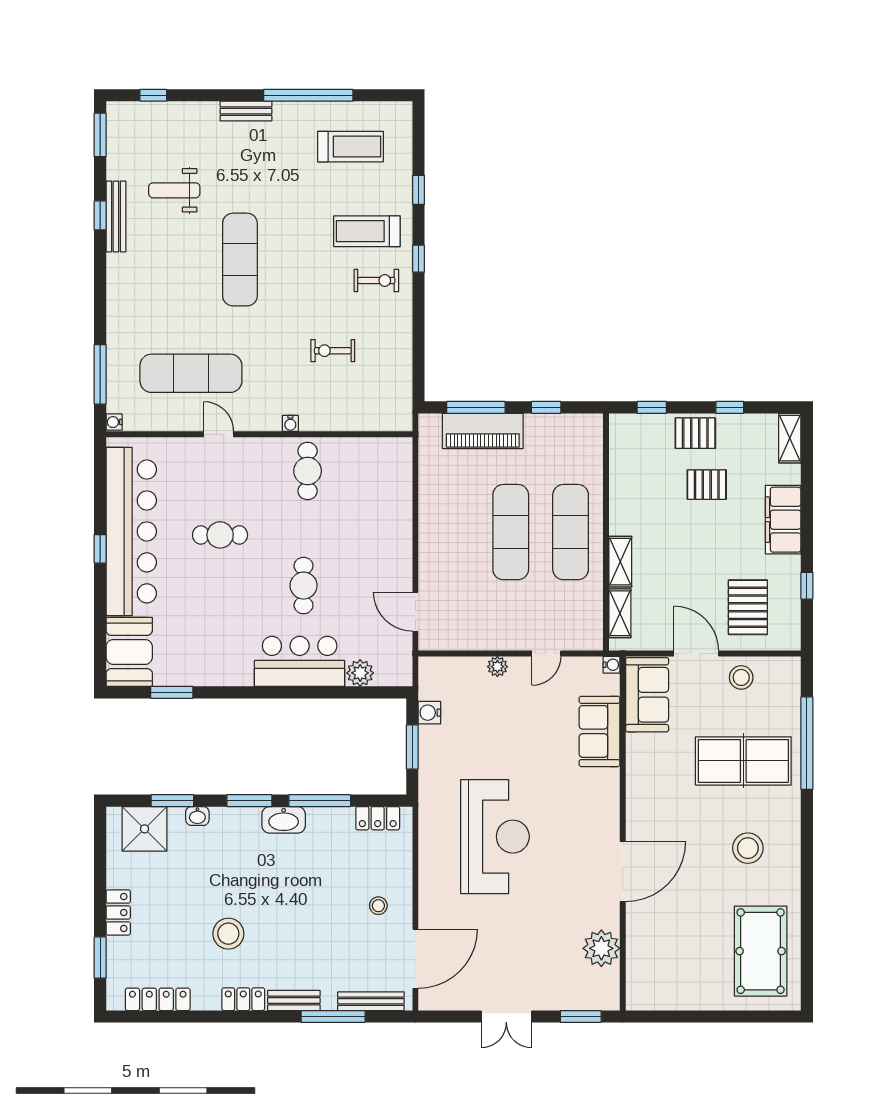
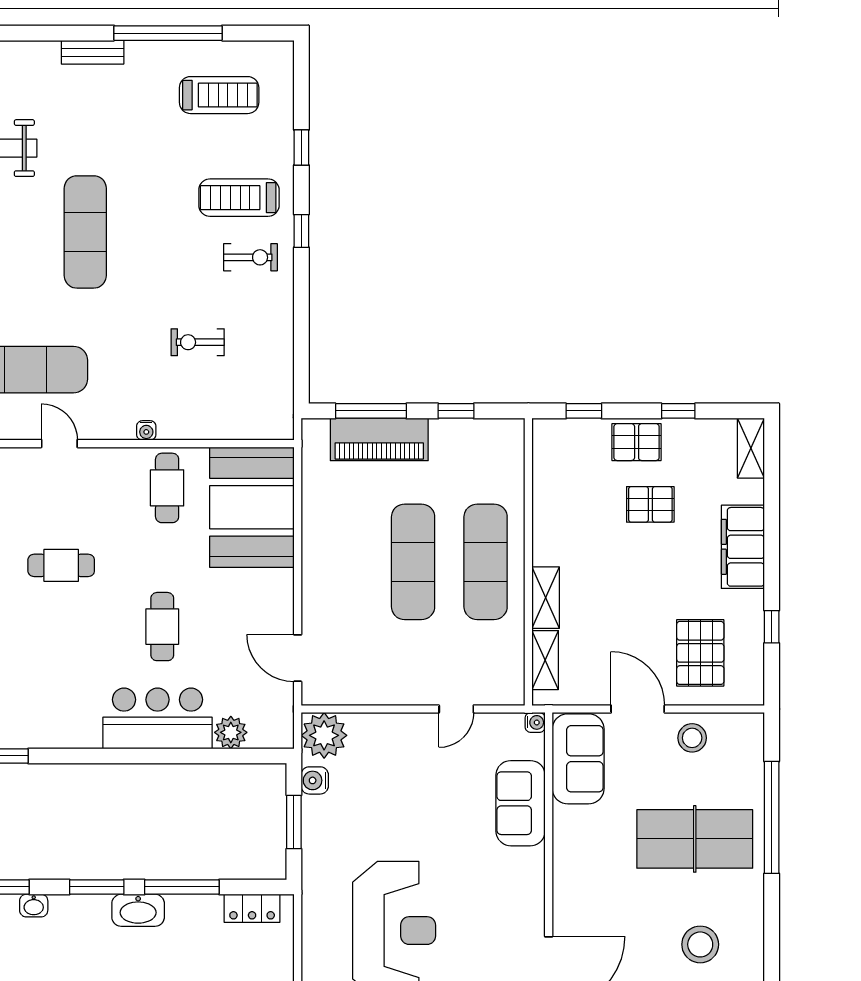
booth: (378, 487) -> (252, 507), added
plant: (497, 667) -> (324, 735), moved, width x1.87, depth x1.87

